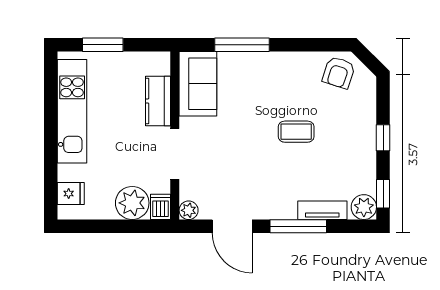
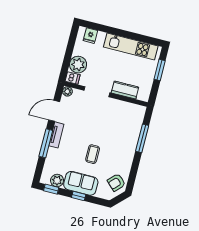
armchair: (339, 73) -> (116, 182), turned -64
sofa: (198, 84) -> (81, 183), moved, turned 180
plant: (364, 207) -> (57, 181), moved
tv unit: (322, 210) -> (56, 135), moved

